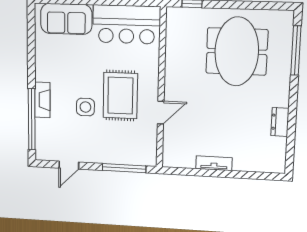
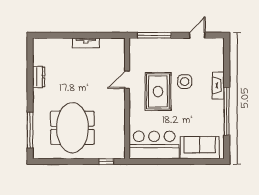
window: (32, 119) -> (227, 111), moved

